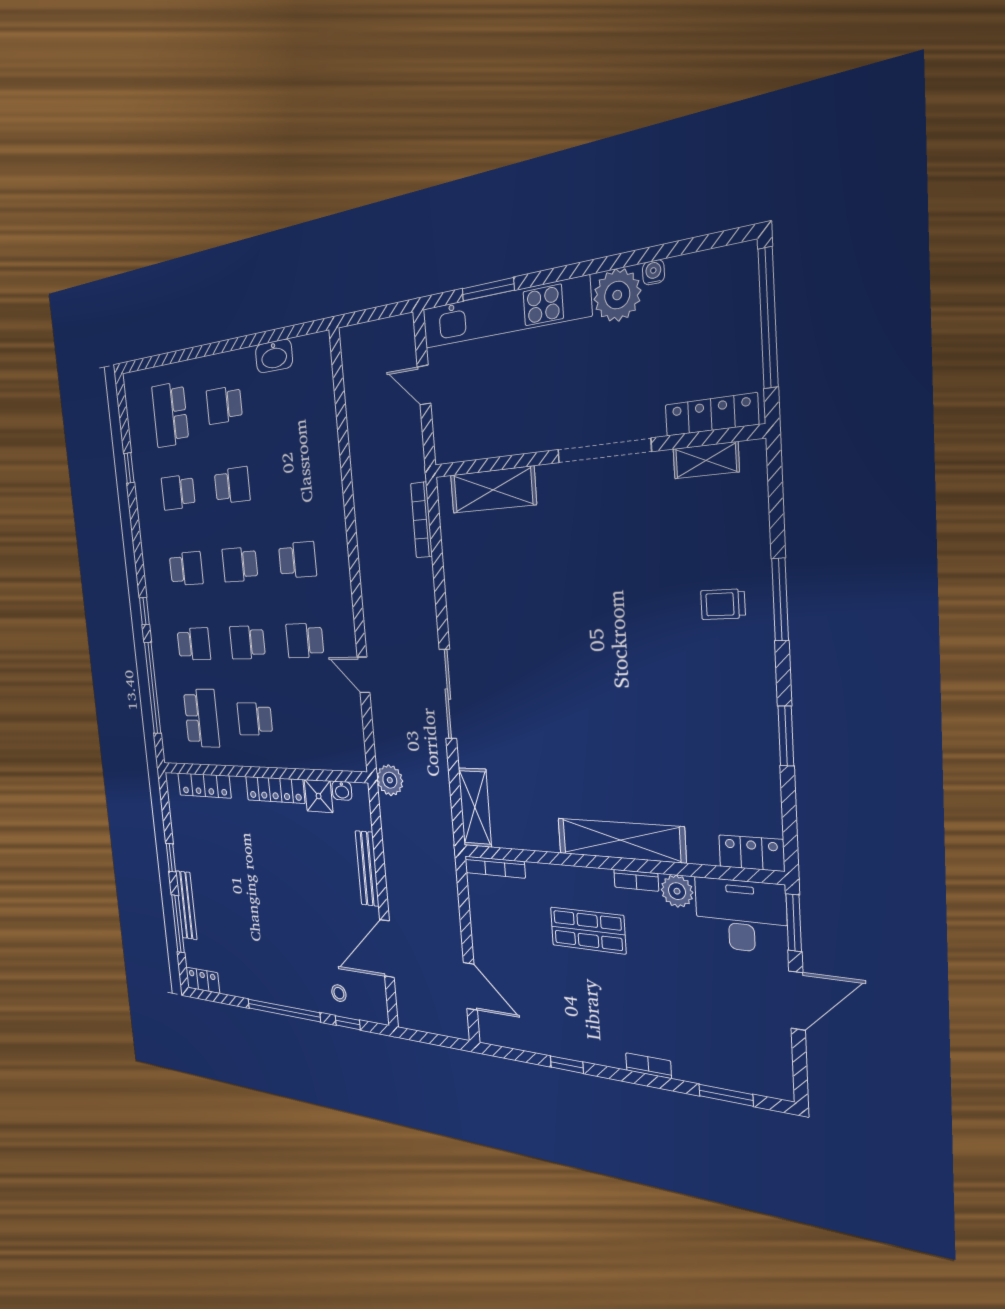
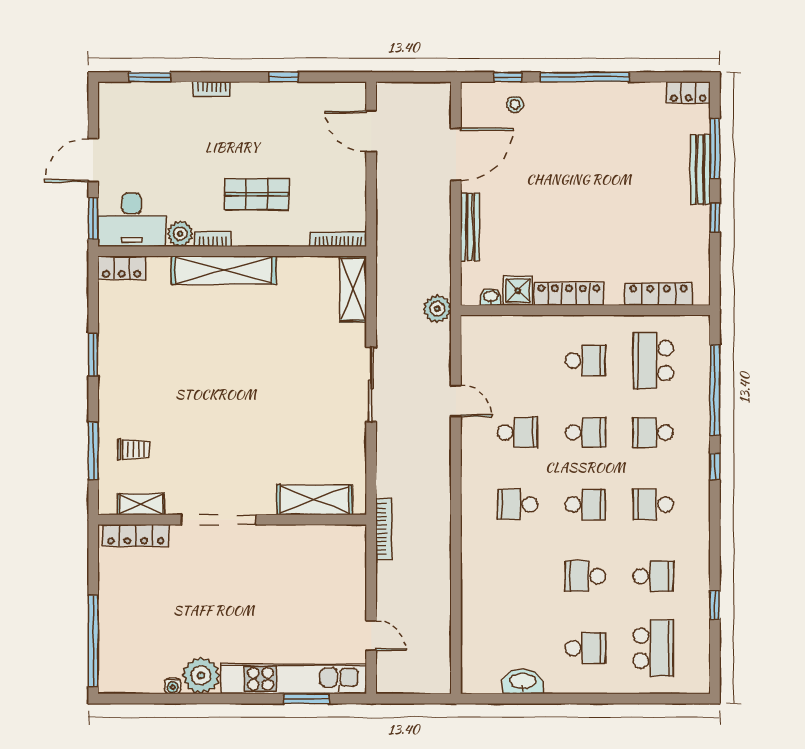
locker: (711, 415) -> (136, 535), moved
doorway: (604, 451) -> (219, 520), moved
wall: (587, 453) -> (232, 520), moved
shelving: (706, 460) -> (141, 504), moved
shelving: (493, 490) -> (315, 500), moved

